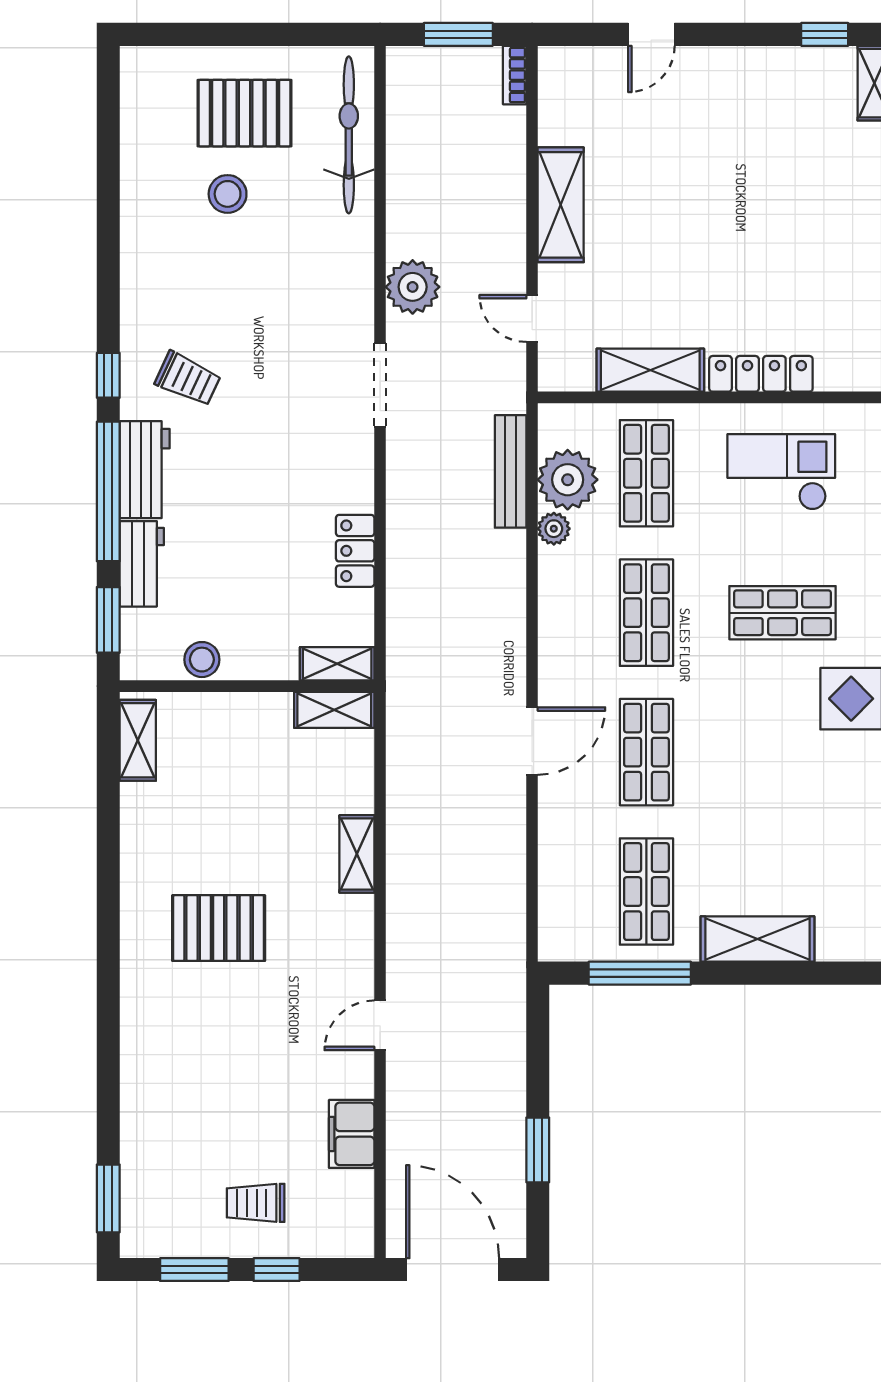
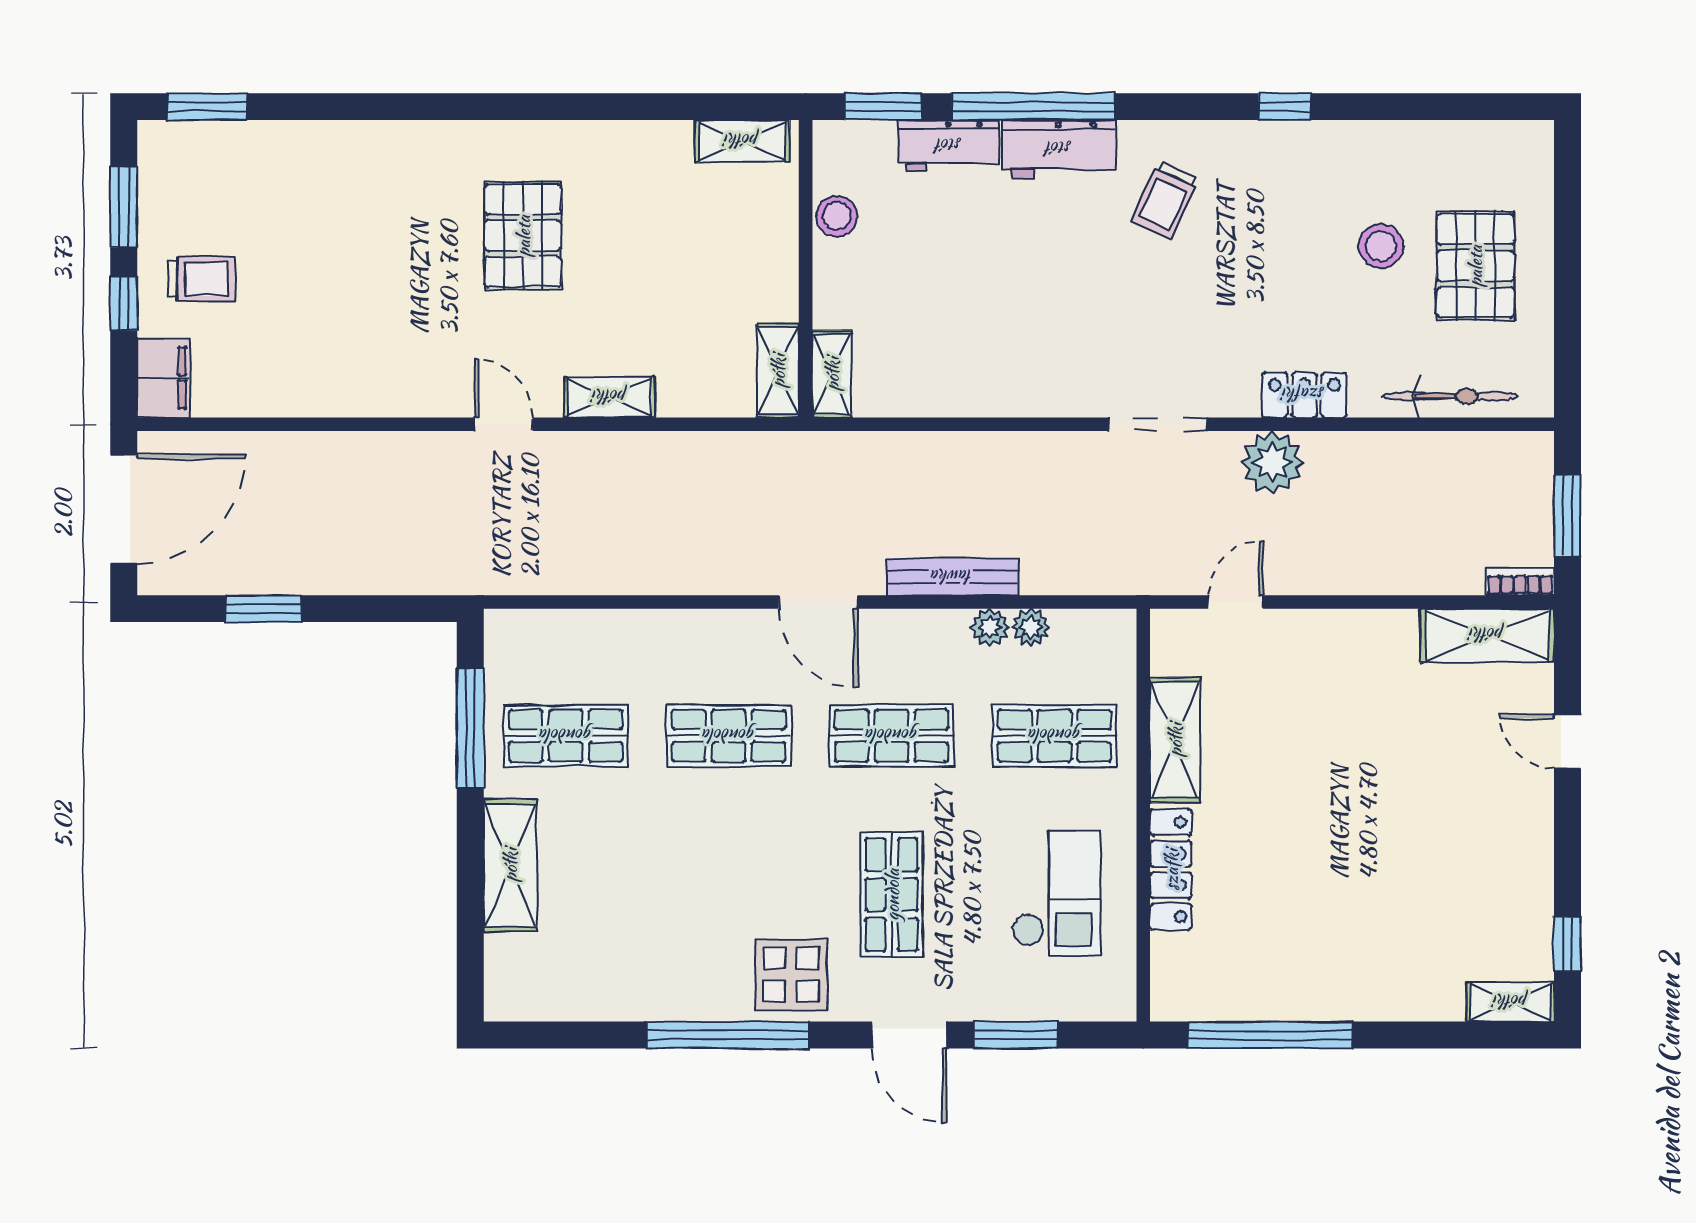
bicycle: (349, 135) -> (1450, 396), width x0.73, depth x0.71
shelving: (561, 205) -> (1487, 635), moved
window: (108, 375) -> (1285, 107), moved
bench: (511, 471) -> (952, 577), moved
plant: (568, 480) -> (1031, 627), width x0.53, depth x0.53
locker: (355, 551) -> (1304, 395), moved
door: (532, 741) -> (818, 602), moved
door: (380, 1025) -> (504, 424), moved
filing cabinet: (352, 1134) -> (164, 378), moved, turned 90
trolley: (256, 1203) -> (202, 279), turned 90

